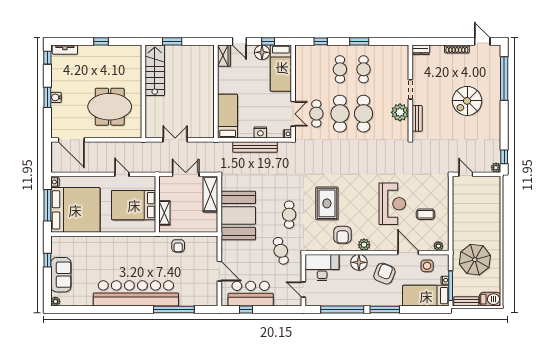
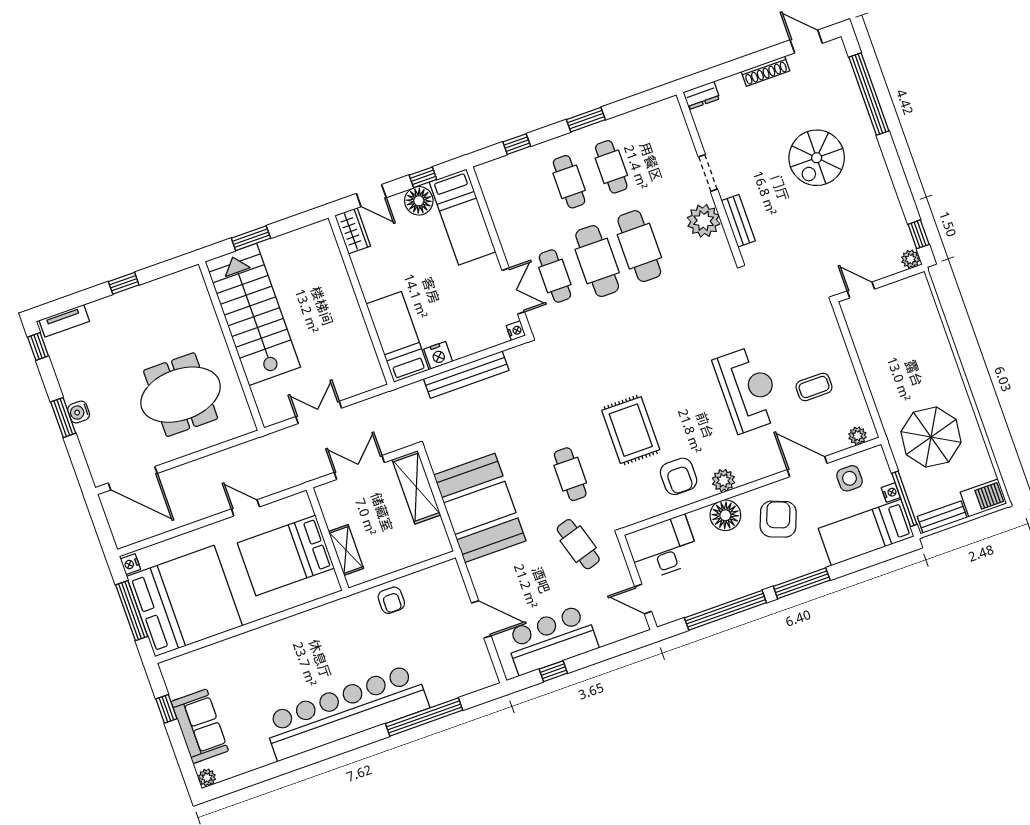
stairs: (155, 70) -> (253, 314), width x1.36, depth x1.51
nightstand: (260, 132) -> (438, 355), moved

